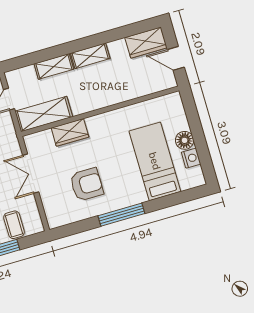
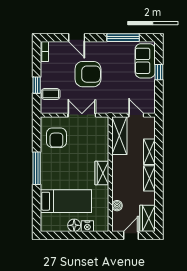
boiler: (141, 89) -> (117, 206), added
wardrobe: (70, 132) -> (102, 173), moved
nightstand: (191, 158) -> (87, 226), moved
armchair: (87, 184) -> (56, 138), moved

